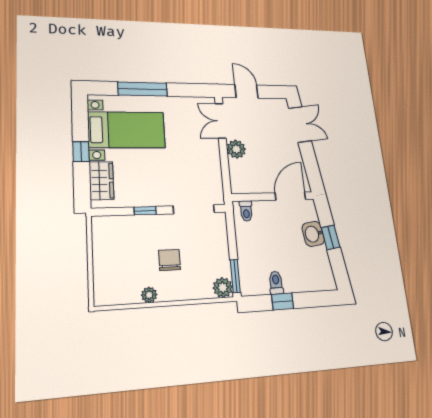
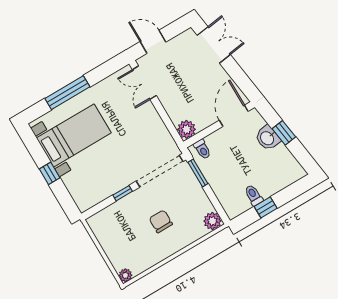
plant: (236, 149) -> (186, 129), moved
wardrobe: (101, 181) -> (77, 188), removed
doorway: (194, 209) -> (160, 171), width x1.36
window: (235, 276) -> (198, 173), moved
plant: (149, 295) -> (125, 275), moved

